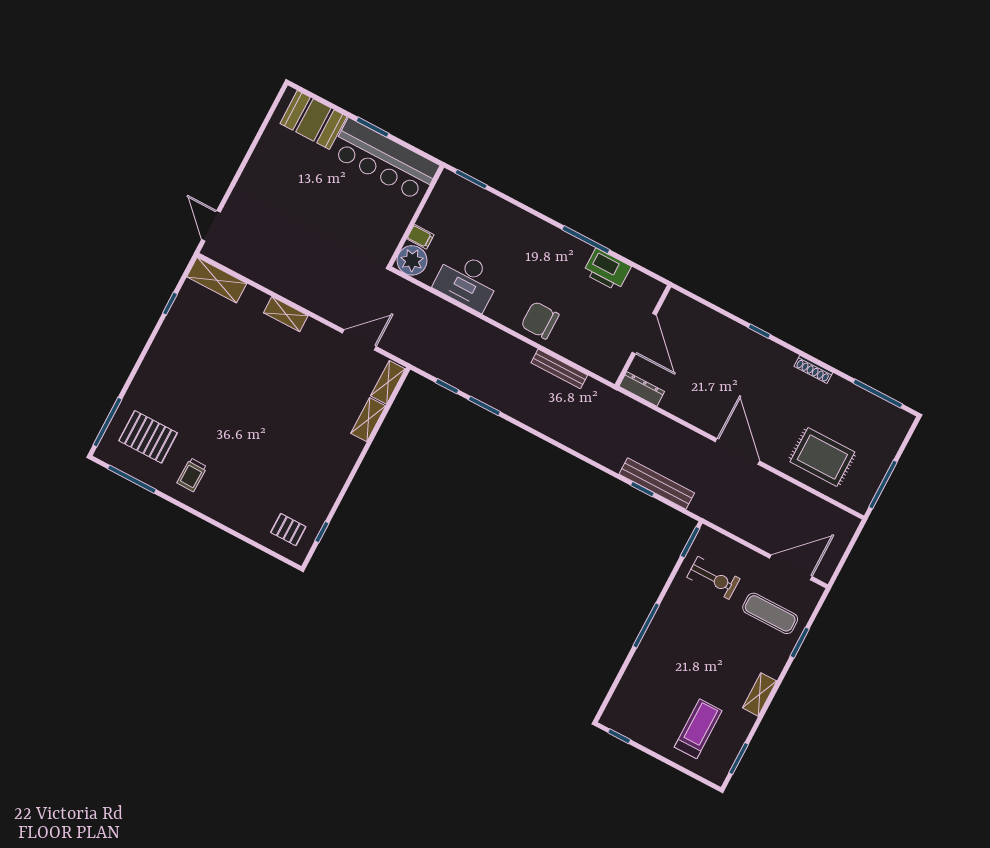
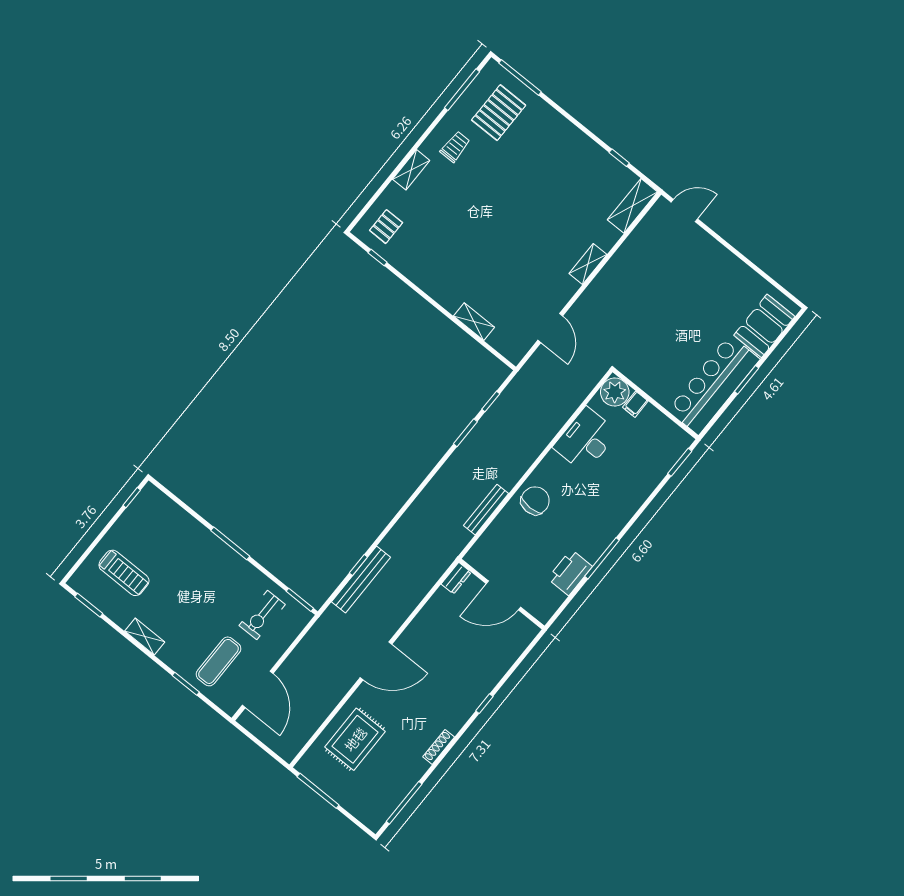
shelving: (388, 382) -> (411, 170), moved, turned 90
dresser: (642, 389) -> (456, 578), width x0.70
trolley: (192, 475) -> (455, 147), turned 89

